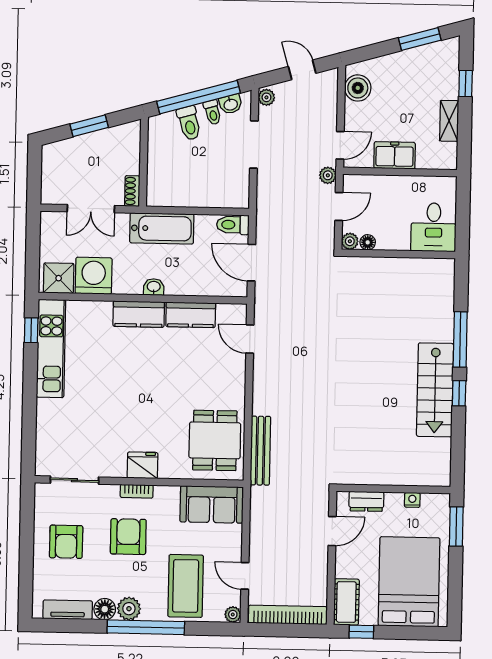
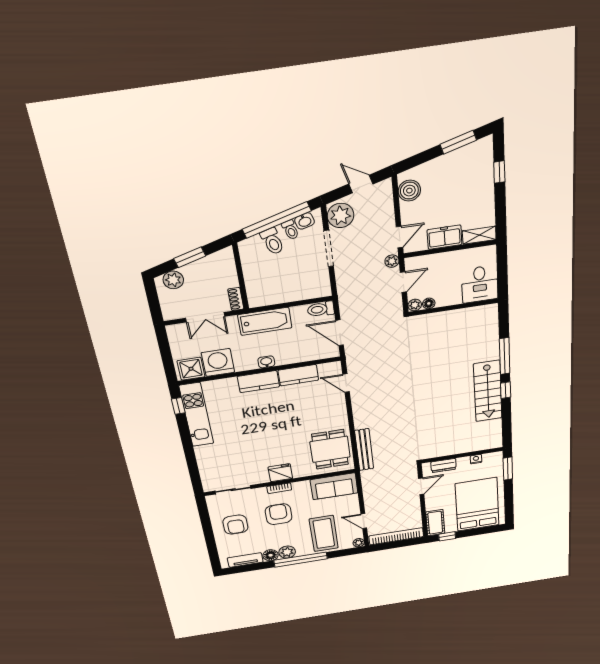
plant: (266, 97) -> (341, 215), width x1.87, depth x1.87
shelving: (449, 121) -> (479, 235), moved, turned 90
plant: (64, 151) -> (173, 280), added

